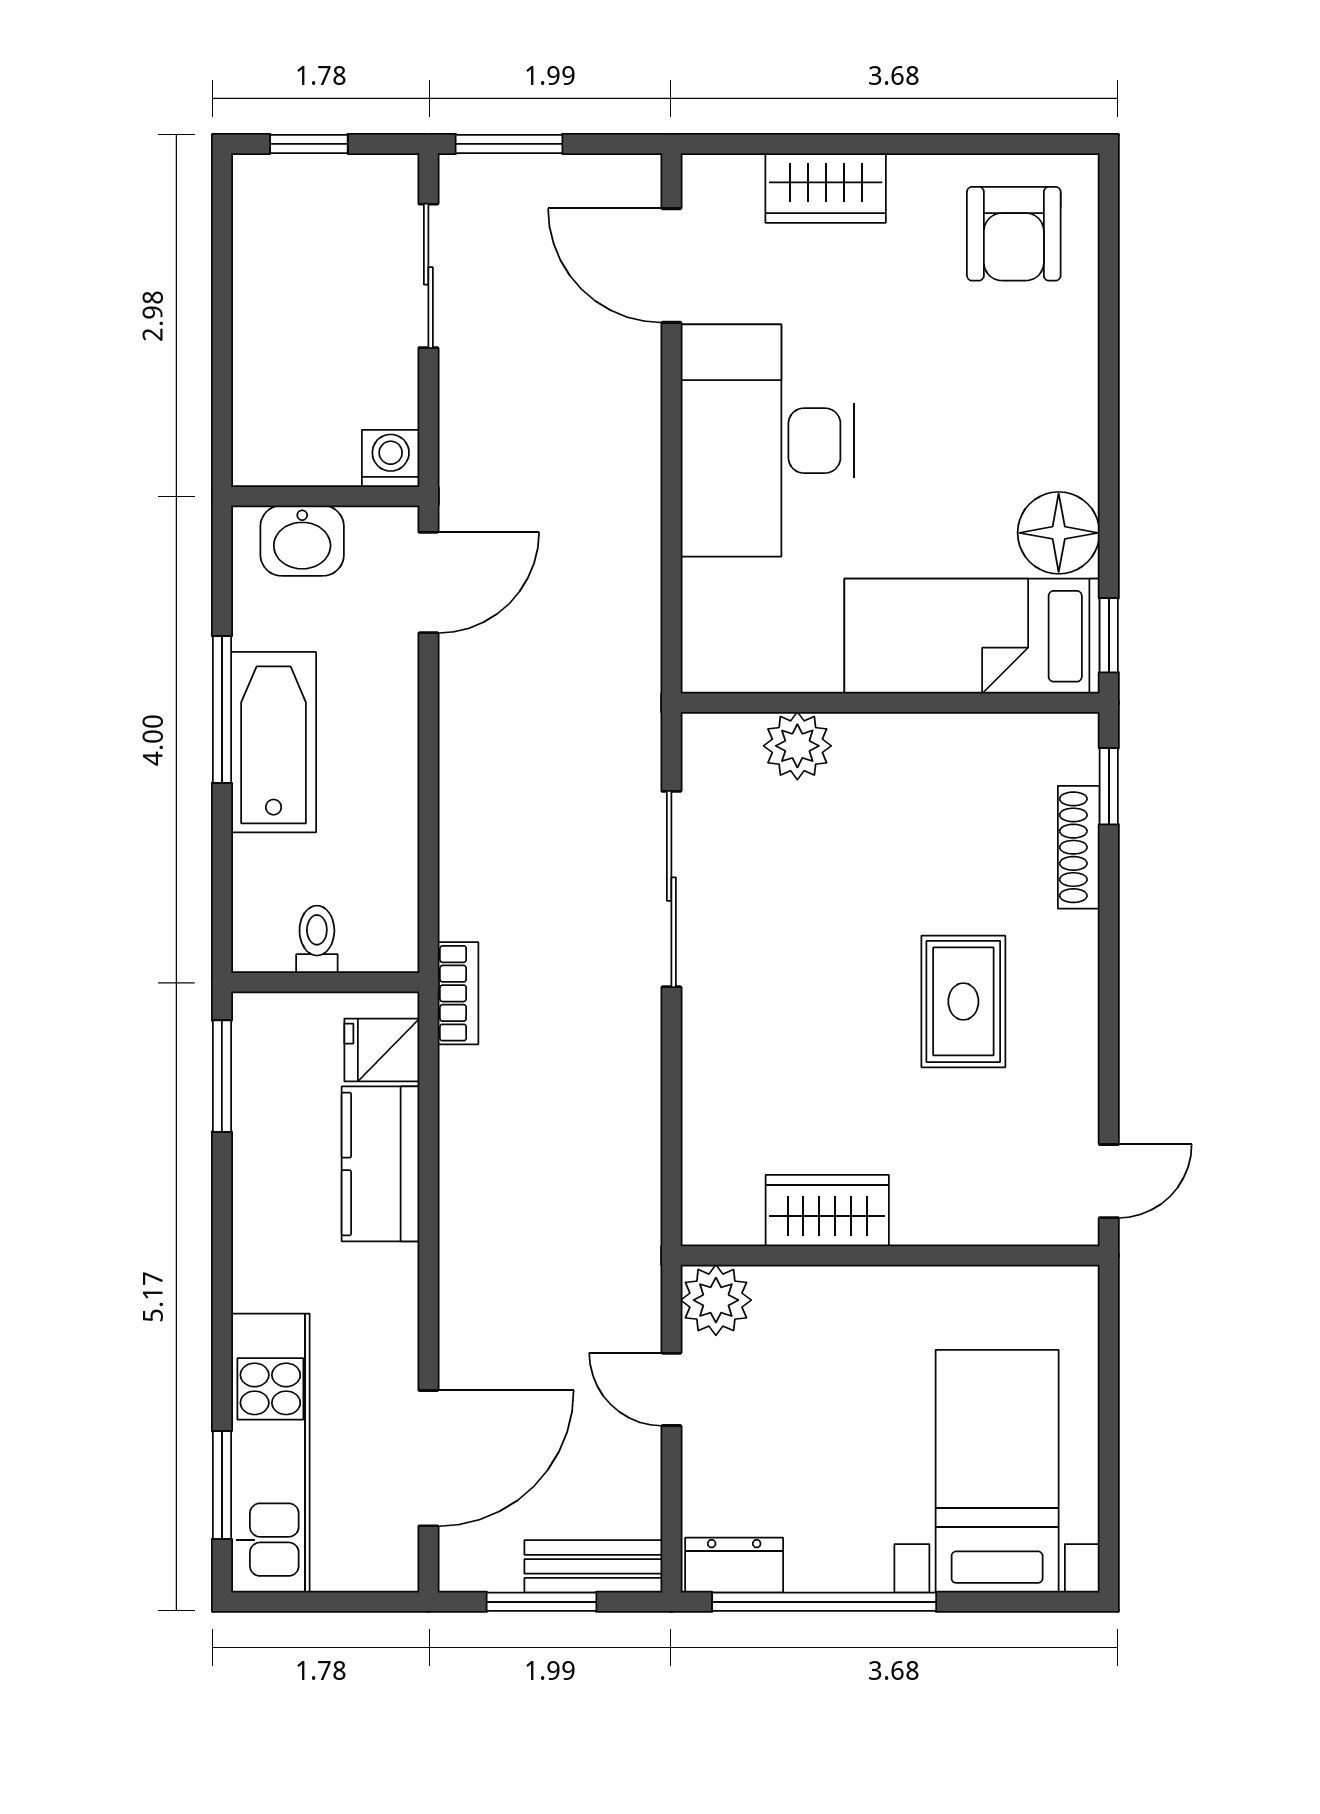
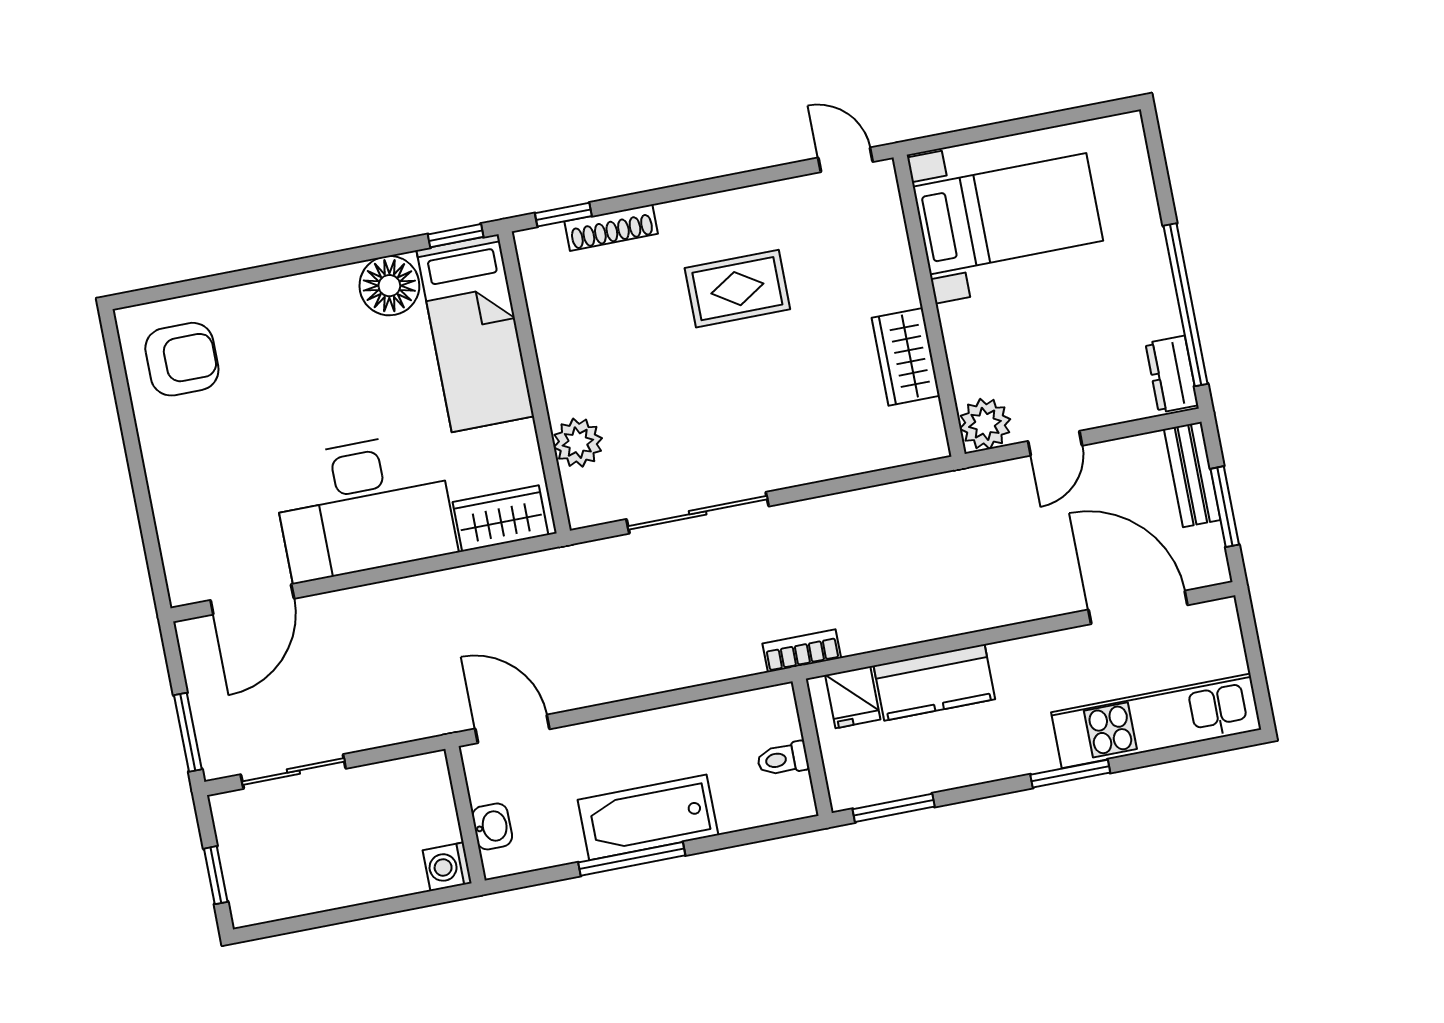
wardrobe: (826, 188) -> (501, 518), moved, turned -90
washing machine: (391, 458) -> (447, 867), moved
washbasin: (302, 541) -> (492, 826), width x0.72, depth x0.69
bed with nightstands: (997, 1471) -> (1008, 214), moved, turned 180
window: (222, 1485) -> (1070, 774), moved

